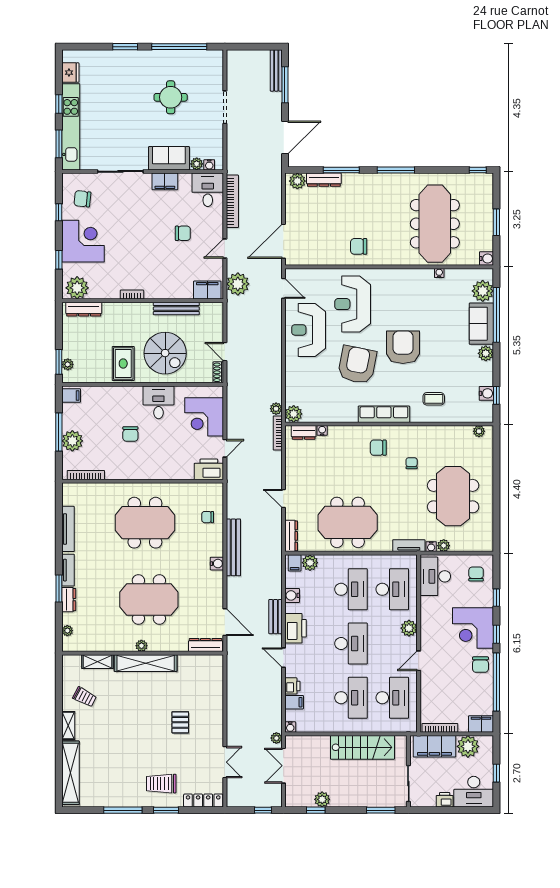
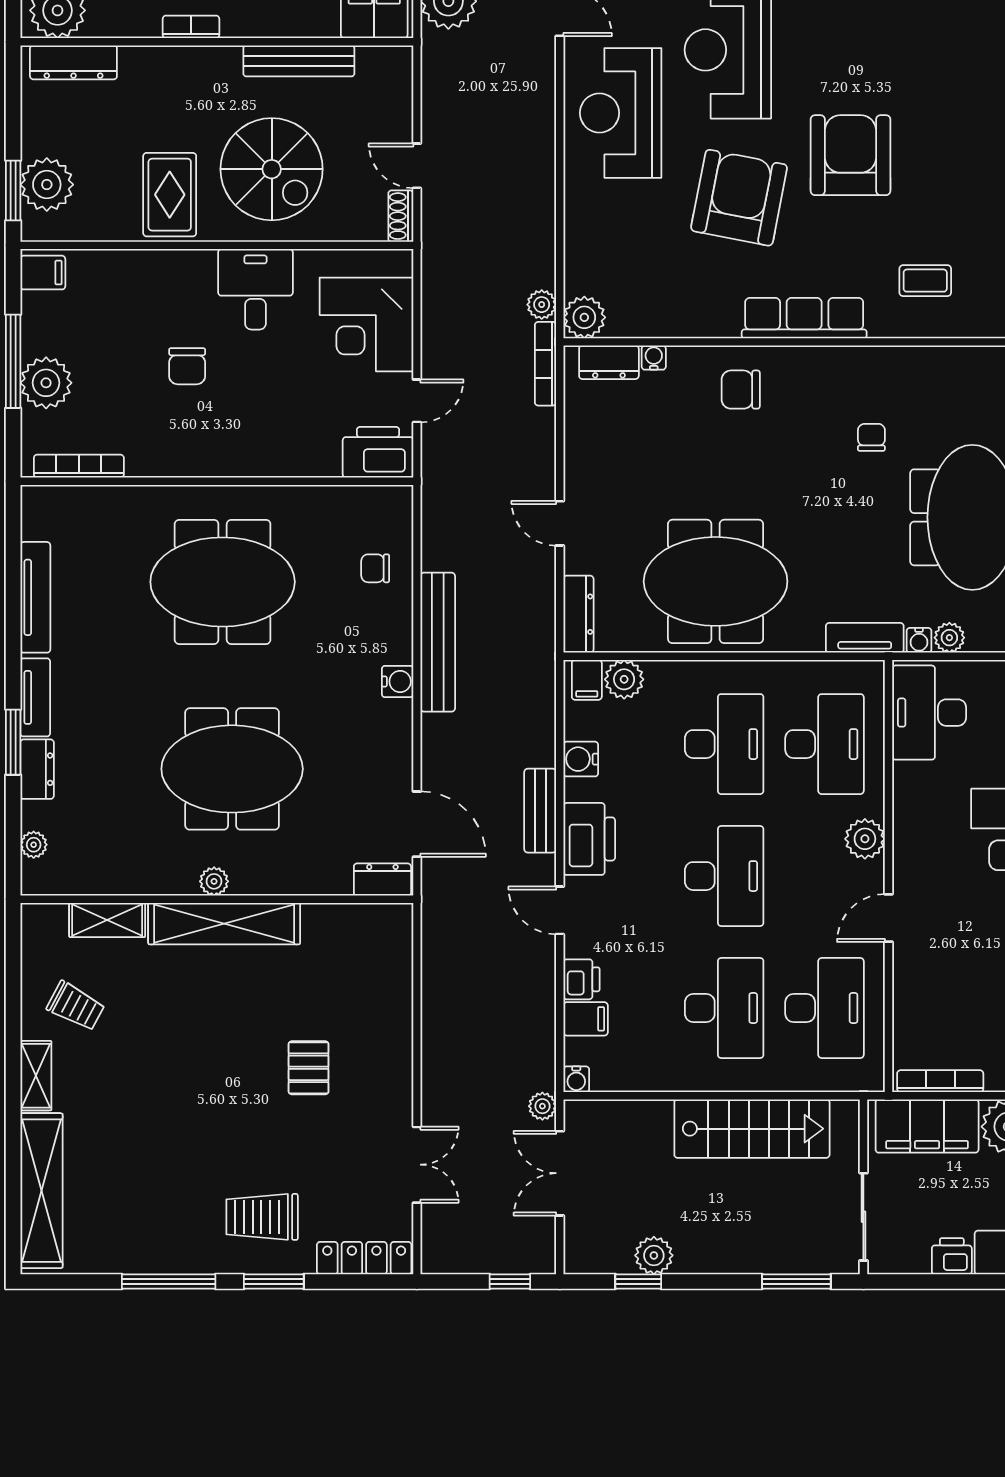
plant: (68, 364) -> (47, 185), width x1.88, depth x1.88
chair: (378, 448) -> (741, 390), moved
dresser: (205, 645) -> (382, 880), width x0.70

